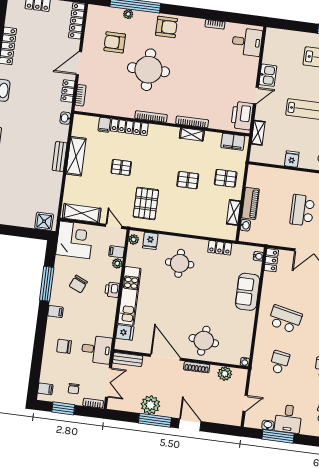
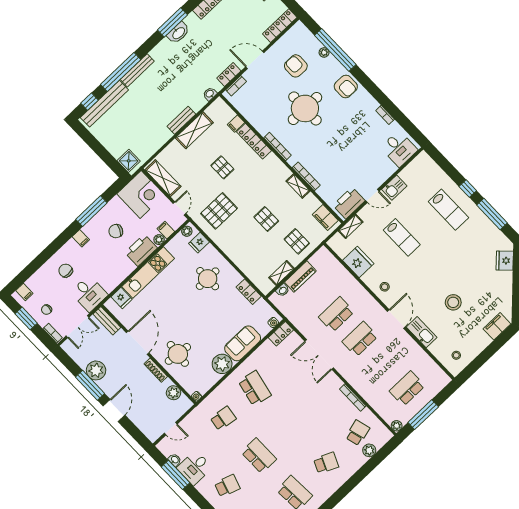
fridge: (292, 159) -> (358, 262), width x1.88, depth x1.34
printer: (112, 290) -> (141, 250), width x1.87, depth x1.48
plant: (244, 321) -> (222, 364), added

